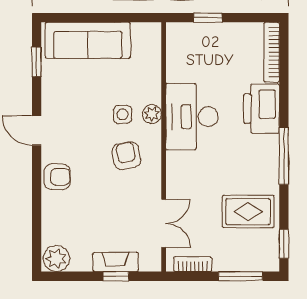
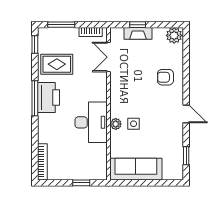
sofa: (88, 40) -> (136, 169), moved
printer: (262, 109) -> (49, 98), moved
armchair: (126, 156) -> (131, 98), removed
armchair: (57, 177) -> (165, 77), moved

